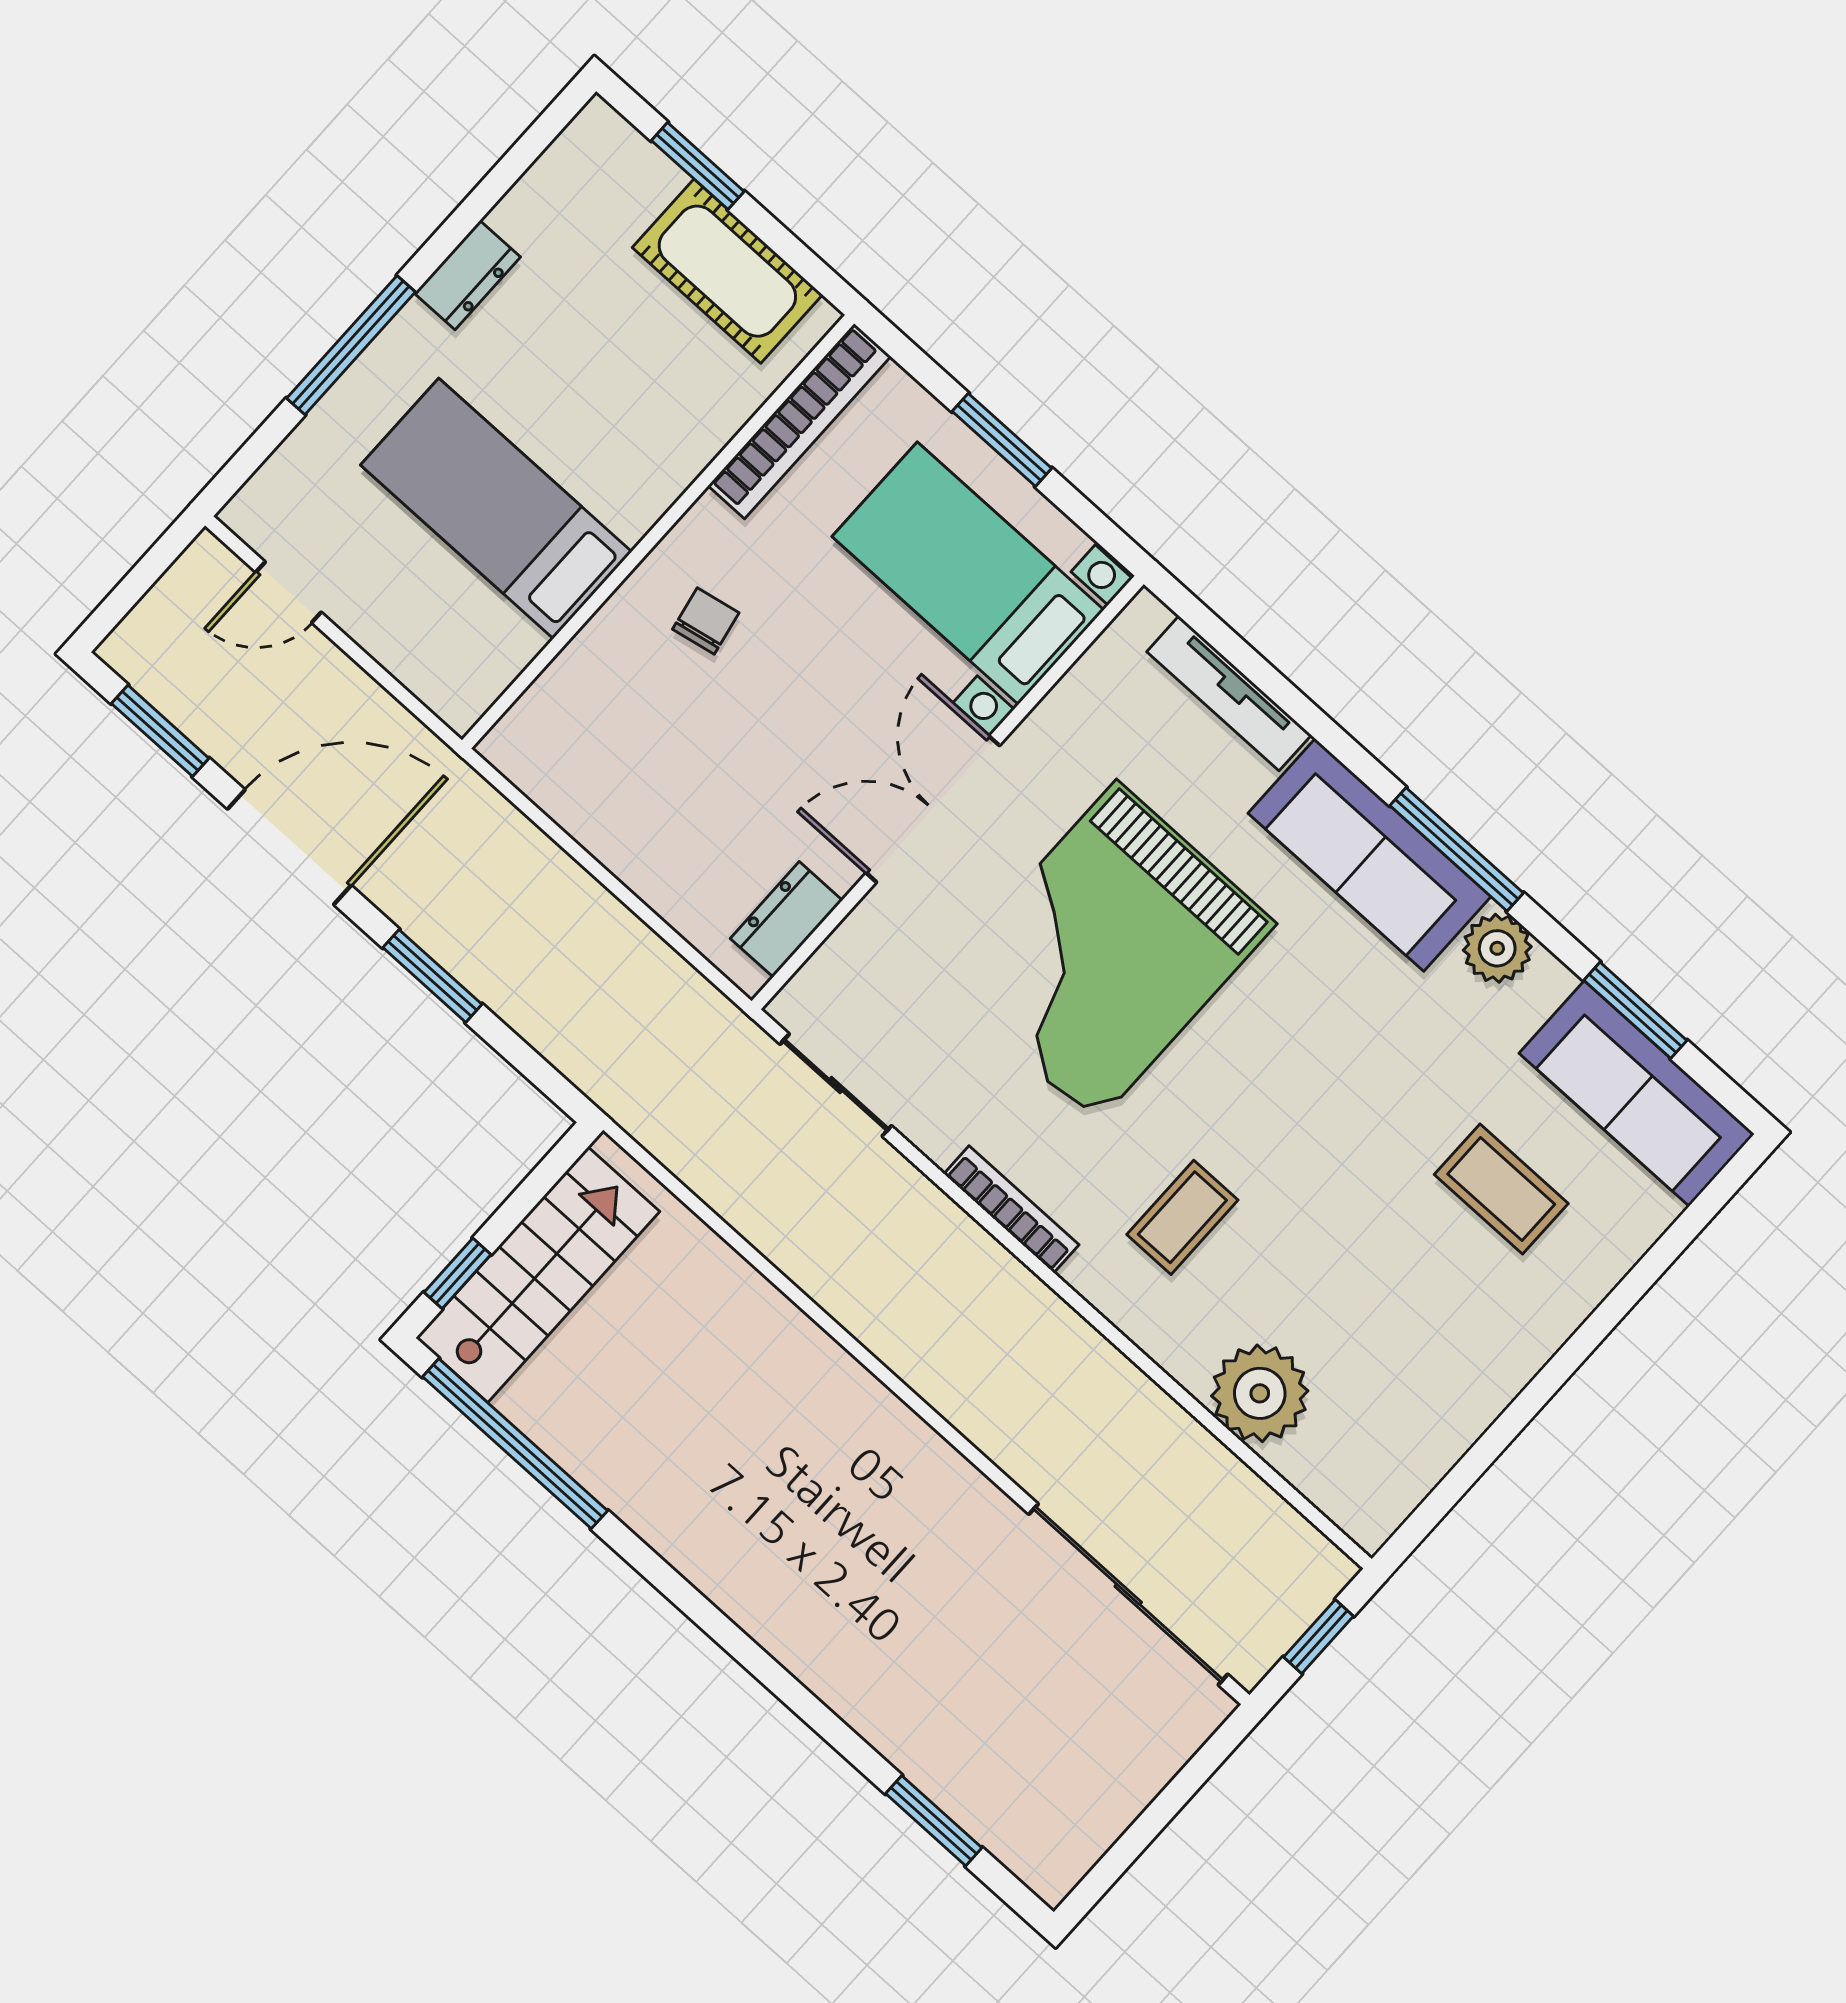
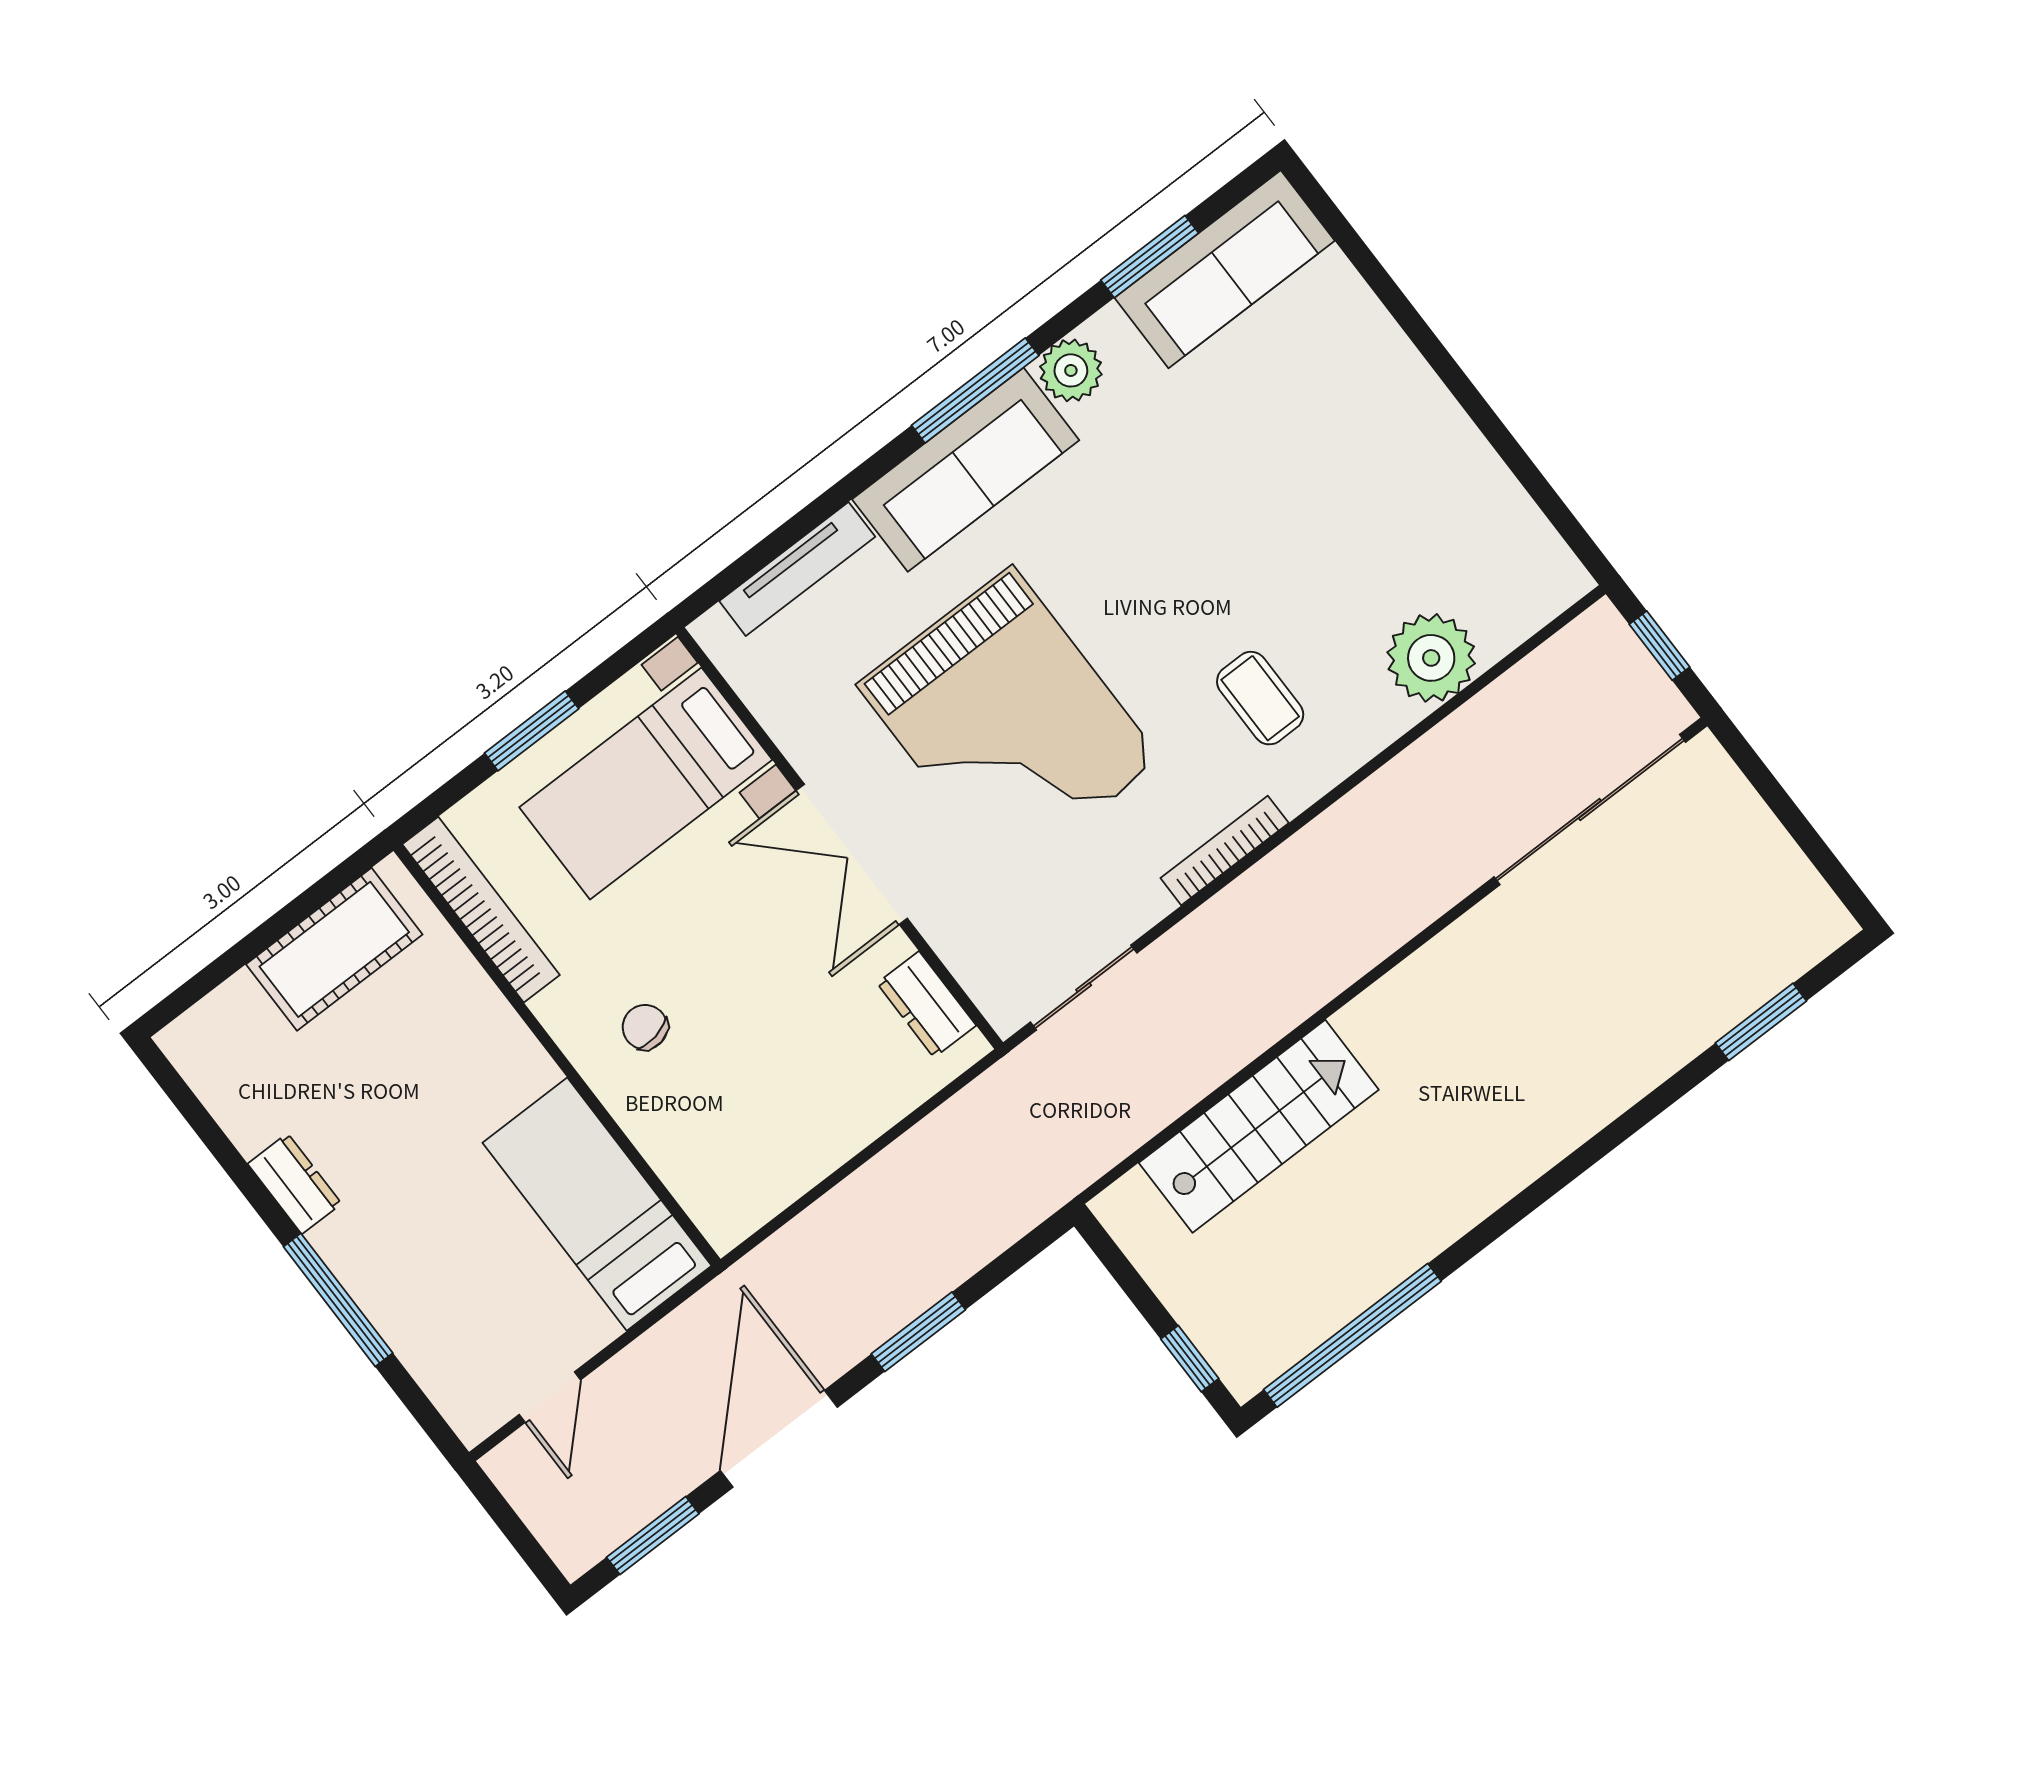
window: (698, 166) -> (235, 959), removed
bed: (496, 508) -> (597, 1204), moved, turned 90
coffee table: (1501, 1189) -> (1288, 407), removed
stairs: (538, 1275) -> (1259, 1126), moved, turned 90

